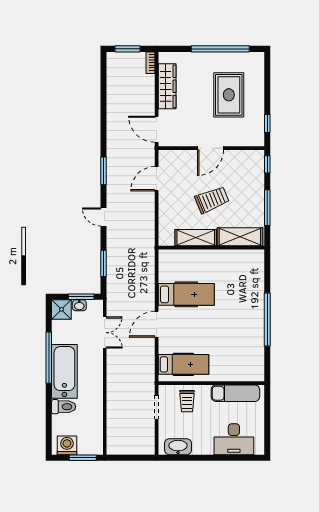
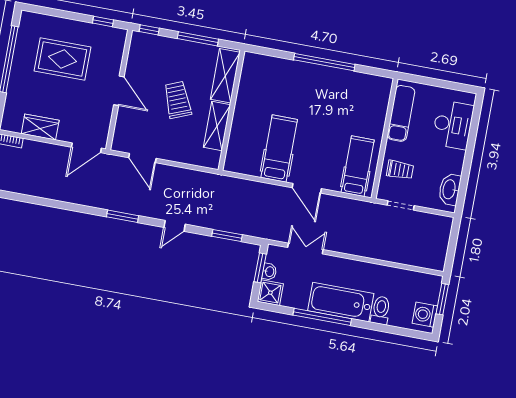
wardrobe: (167, 86) -> (40, 127), width x0.67

